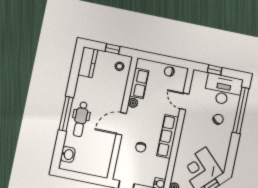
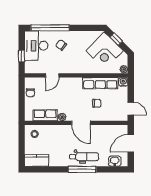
window: (113, 49) -> (22, 142), removed
row of seats: (168, 136) -> (100, 83), moved
door: (85, 178) -> (131, 143), added

